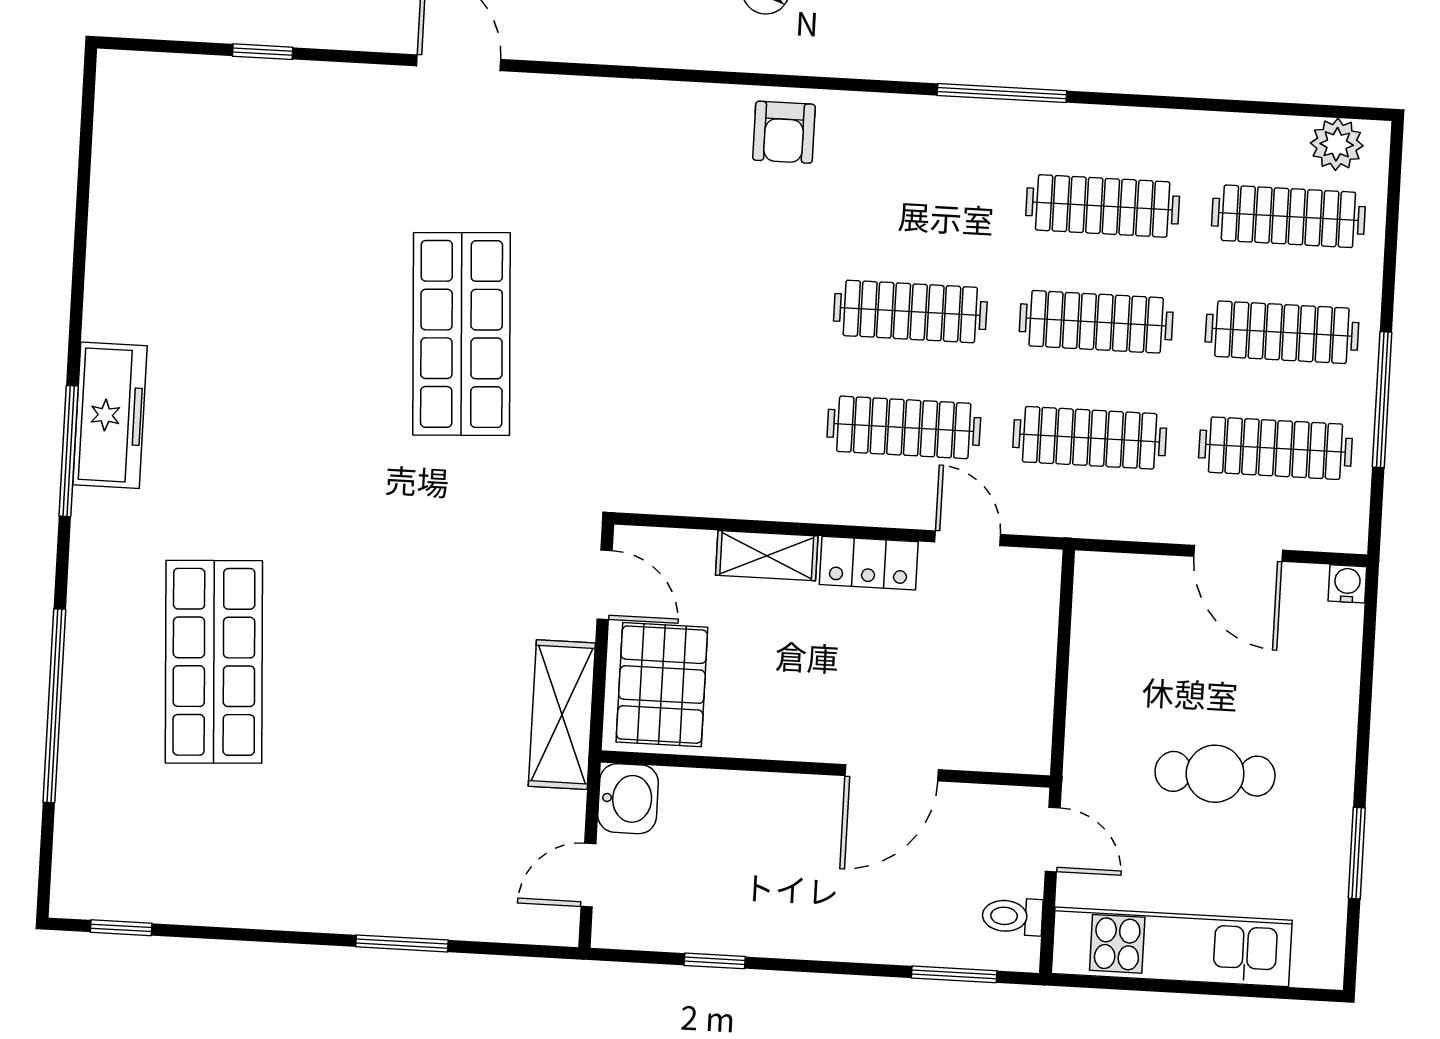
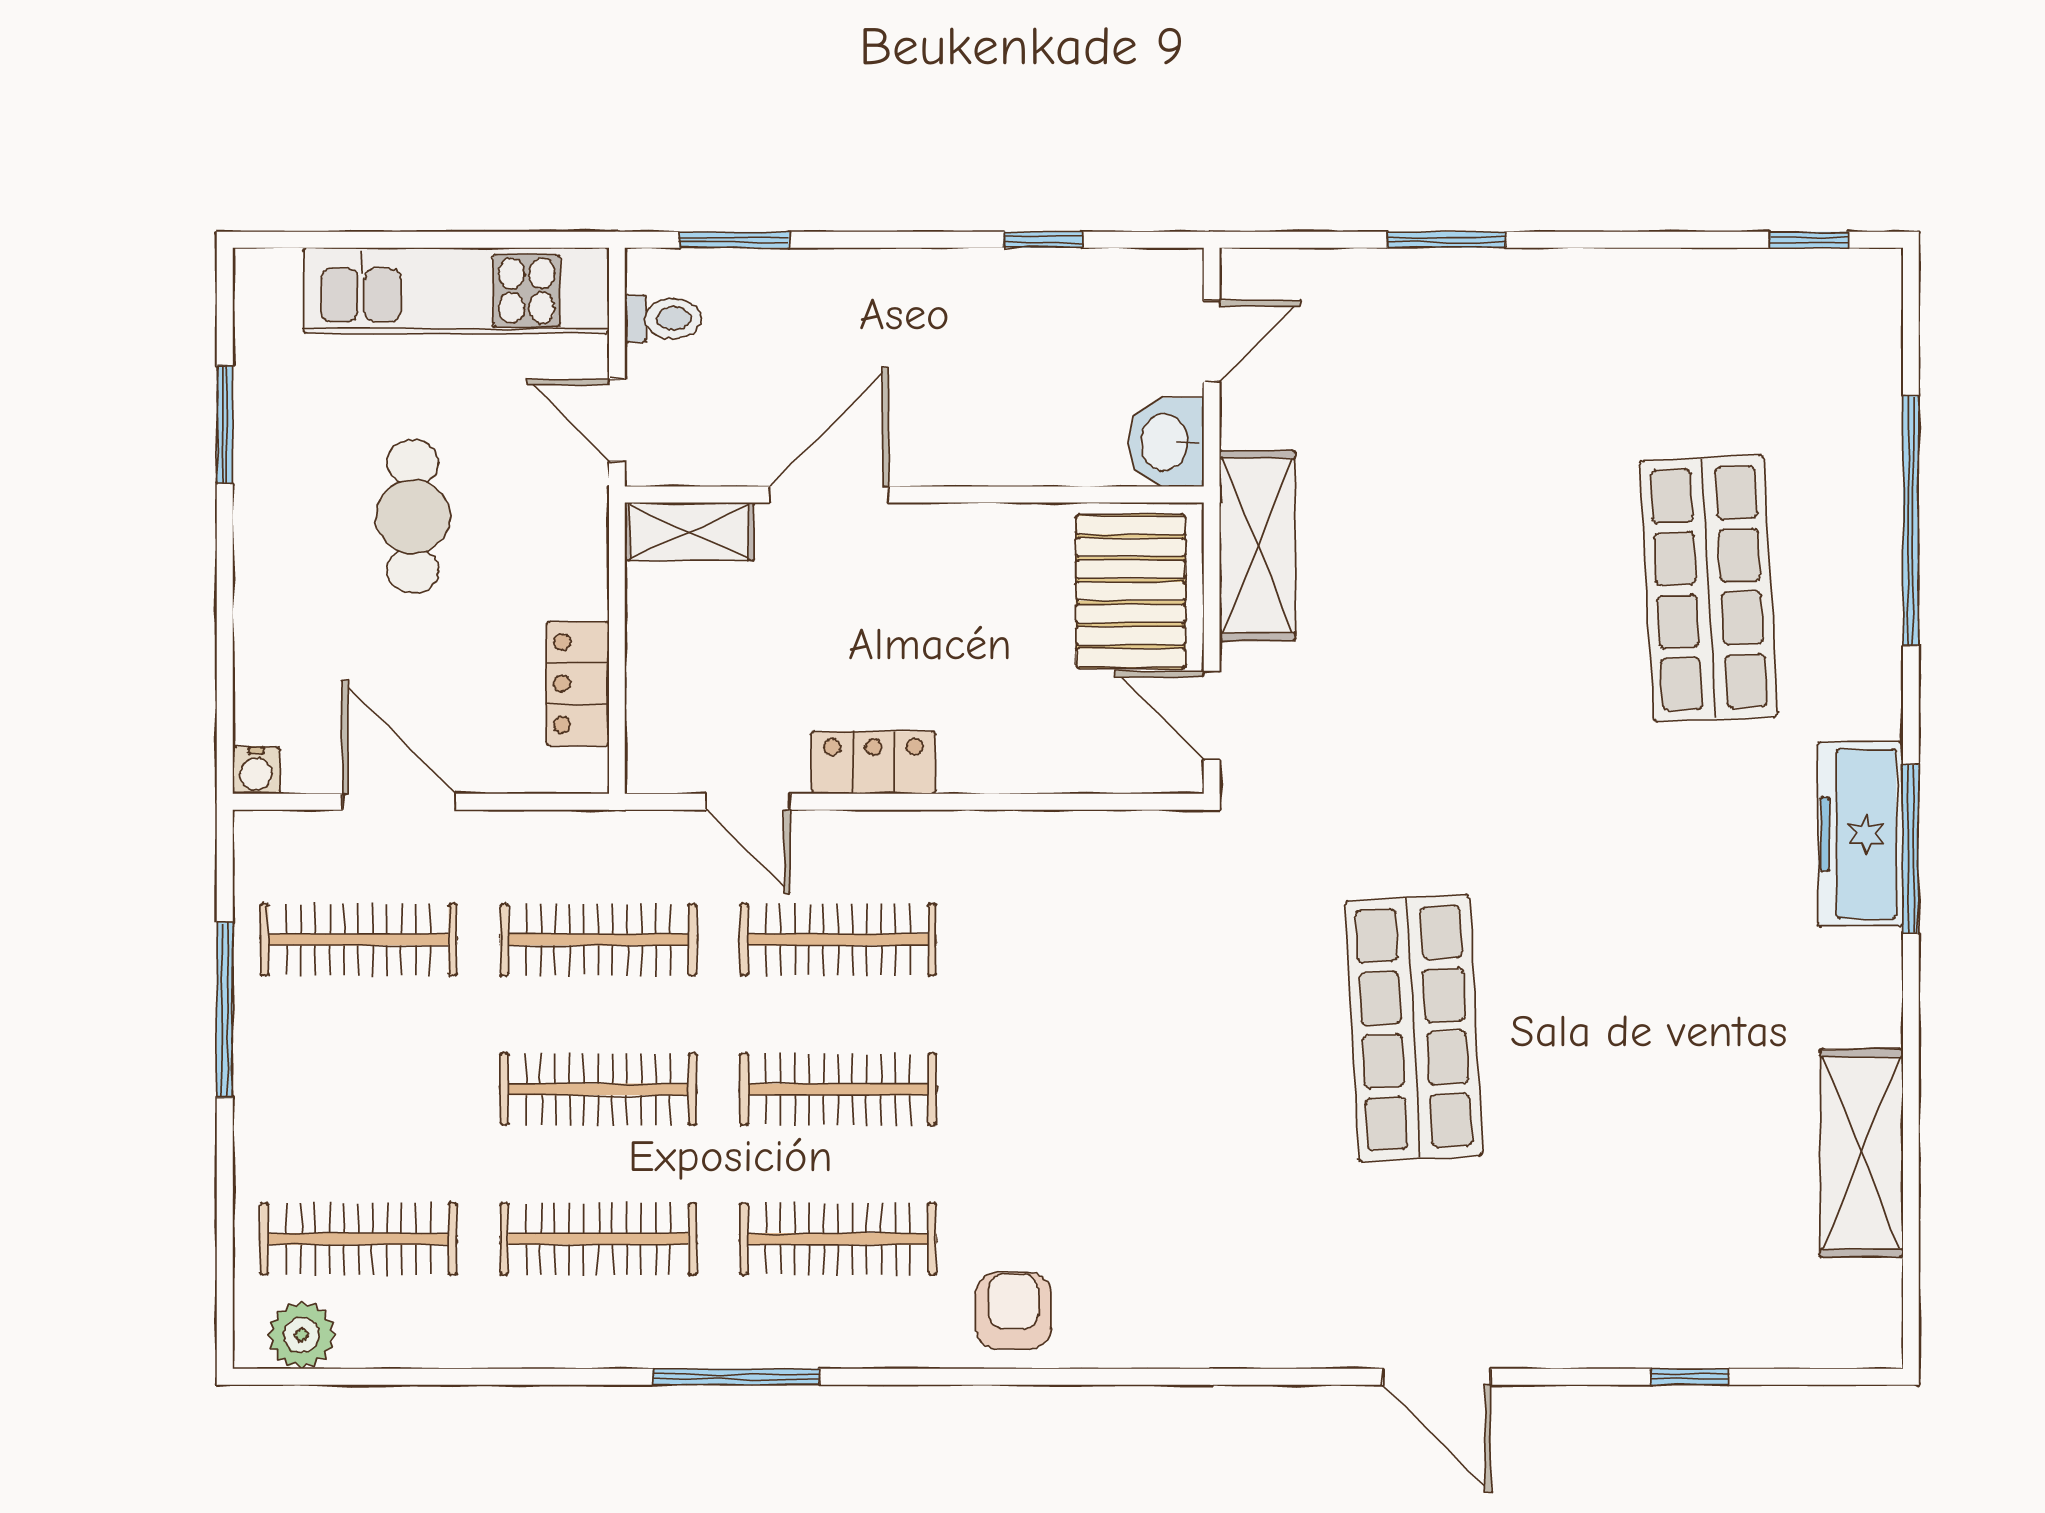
shelving: (120, 218) -> (1861, 1153), added
clothes rail: (1282, 332) -> (838, 1239), moved
freezer: (110, 415) -> (1860, 834), moved
shelving: (767, 556) -> (689, 531), moved
locker: (1095, 637) -> (578, 683), added
cafe table: (1215, 774) -> (413, 517), turned 90

